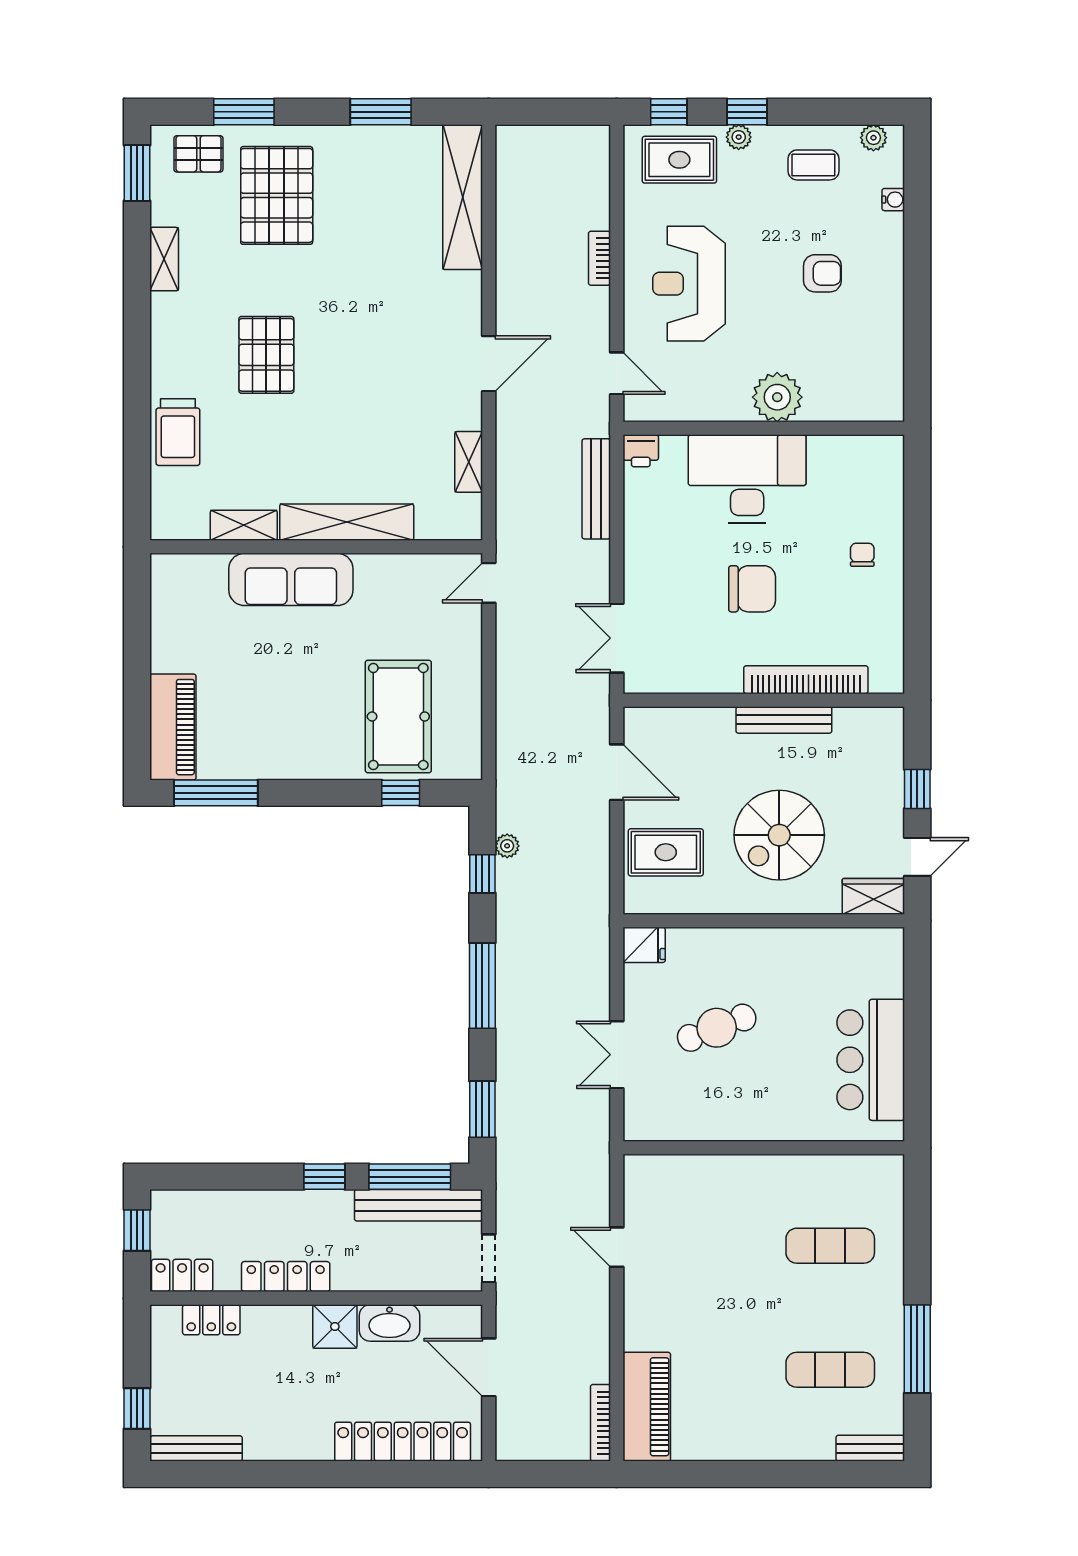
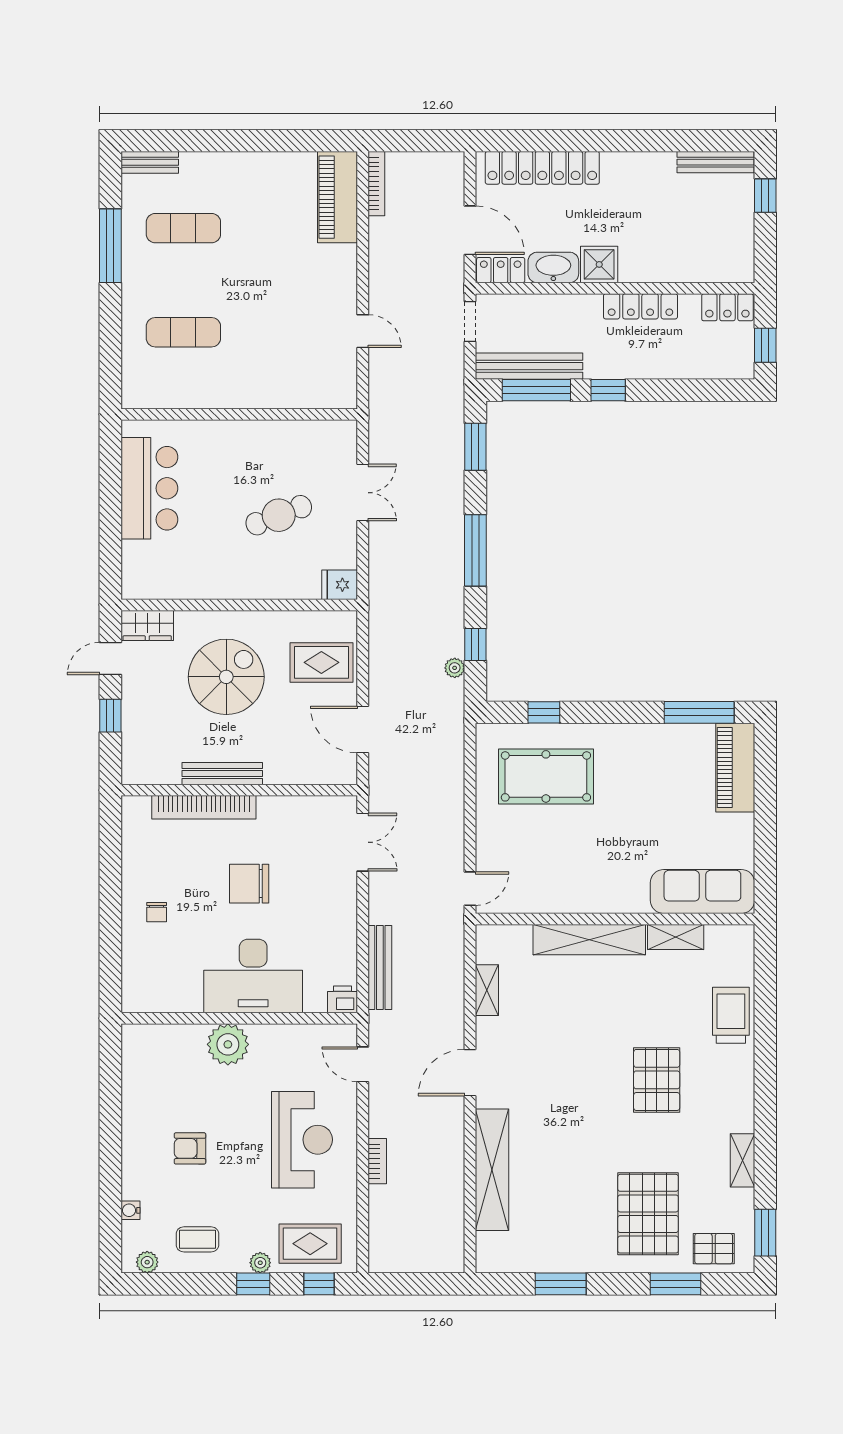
shelving: (463, 197) -> (492, 1170), moved
sofa: (291, 579) -> (702, 891), moved
pool table: (398, 716) -> (546, 776), turned 90
locker: (211, 1320) -> (501, 270), moved

